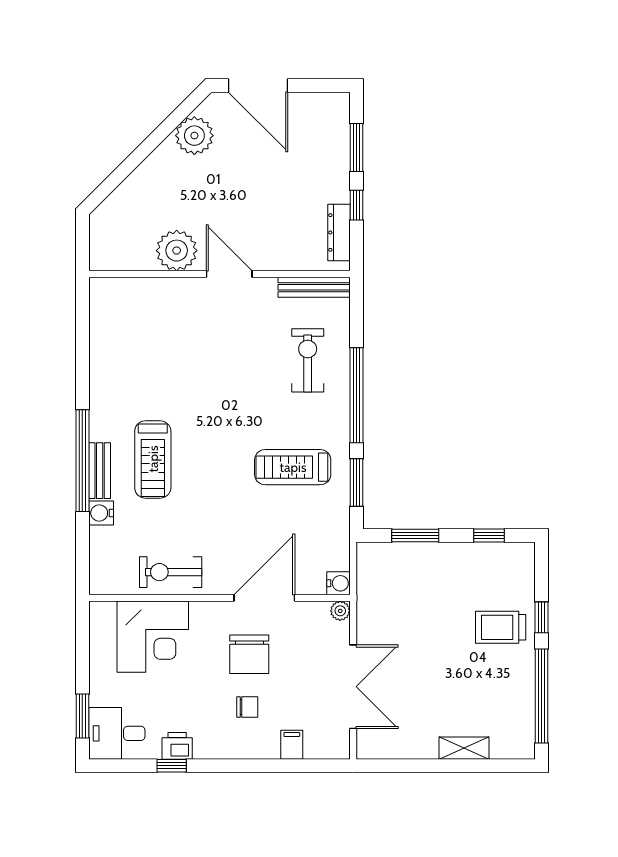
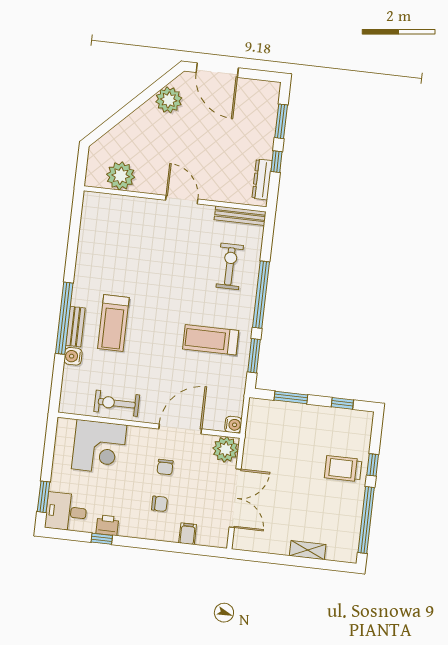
plant: (177, 251) -> (121, 176), moved
plant: (340, 611) -> (226, 449), width x1.88, depth x1.88
chair: (249, 654) -> (165, 467), width x0.54, depth x0.54

